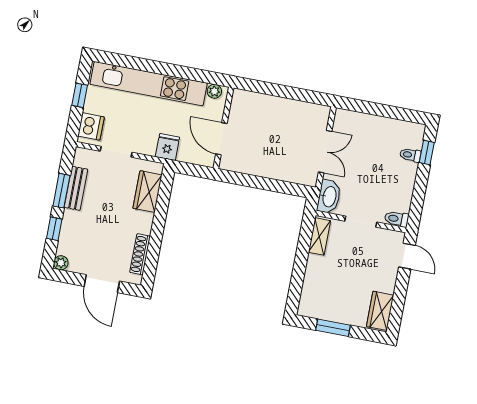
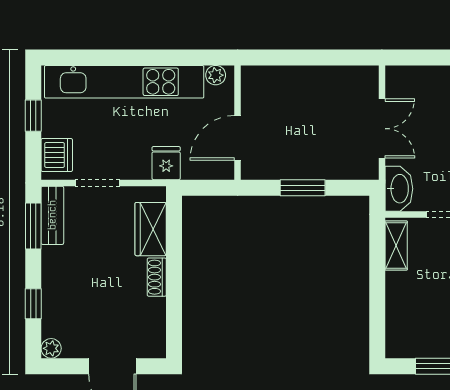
door: (221, 139) -> (238, 138), hinge flipped
window: (261, 183) -> (303, 188), added
bench: (76, 188) -> (52, 215), moved
window: (61, 191) -> (33, 226), moved
shoe rack: (140, 254) -> (157, 277), moved, width x0.70

